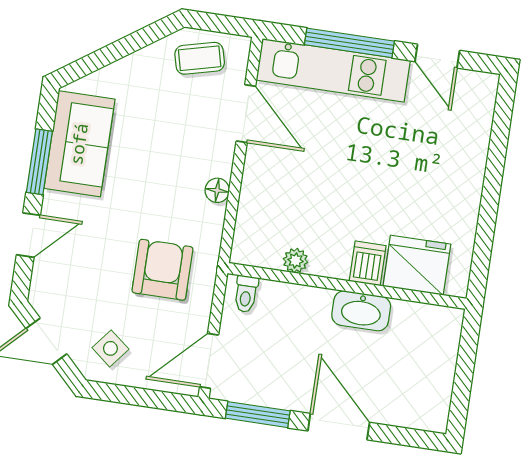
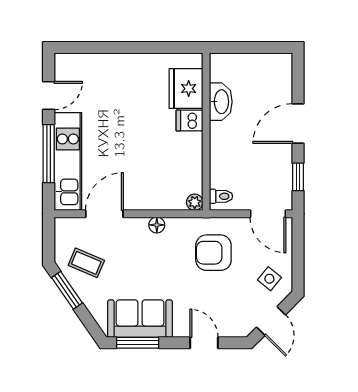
window: (139, 40) -> (67, 290), added
coffee table: (200, 58) -> (86, 263), moved, turned -53
window: (39, 162) -> (138, 343), moved
plant: (295, 261) -> (195, 202), moved
washbasin: (361, 311) -> (221, 102), moved
window: (258, 415) -> (298, 177), width x0.67

